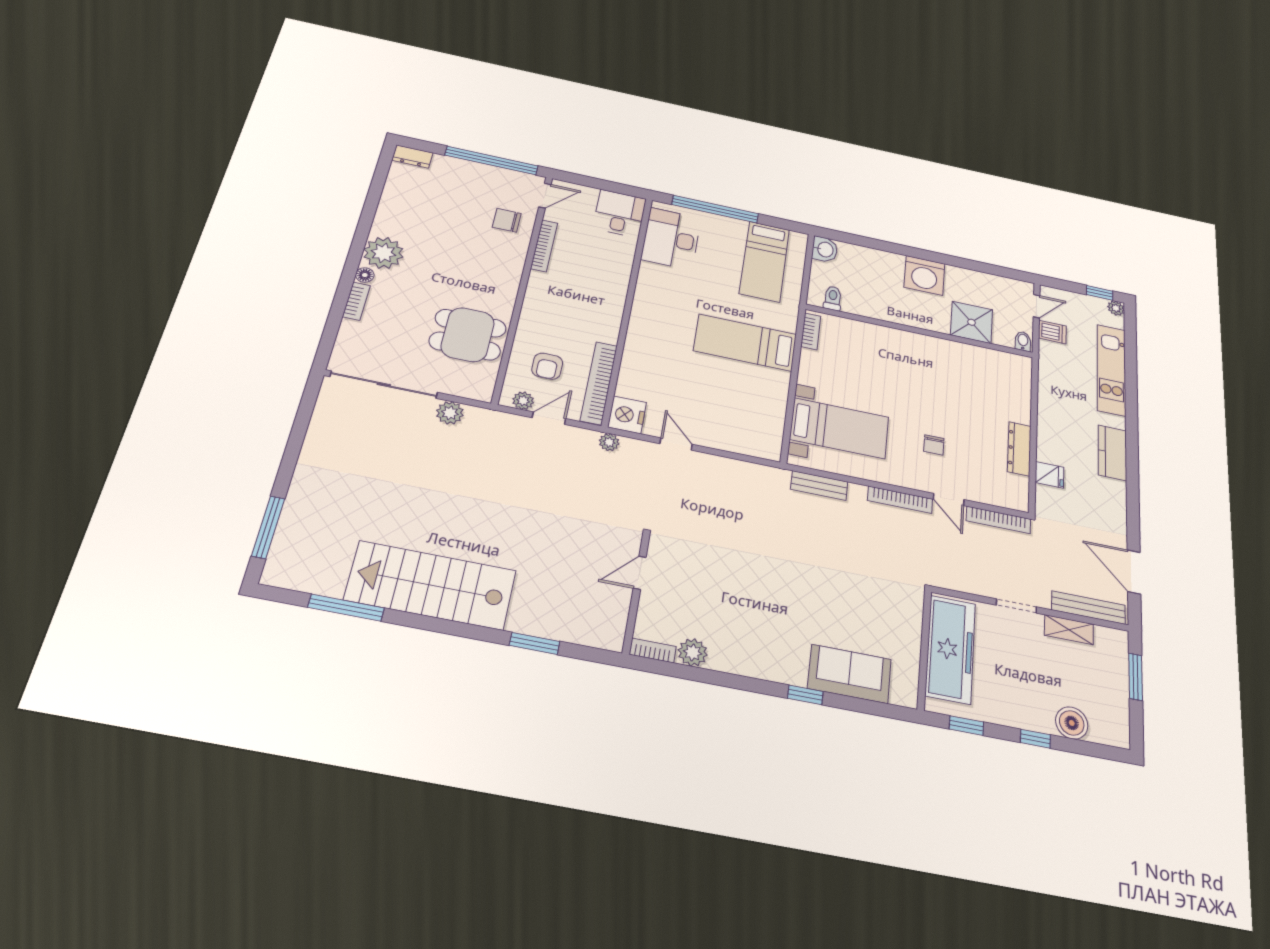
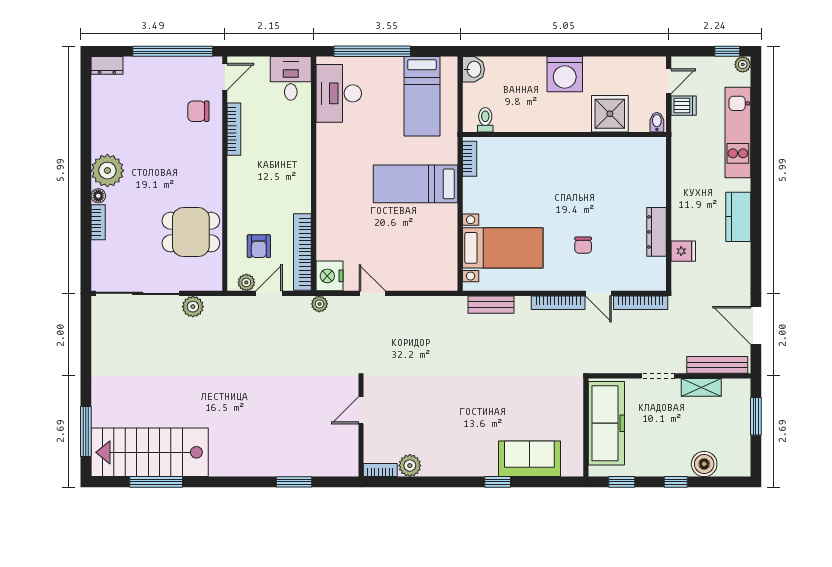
stairs: (431, 585) -> (150, 452), moved

